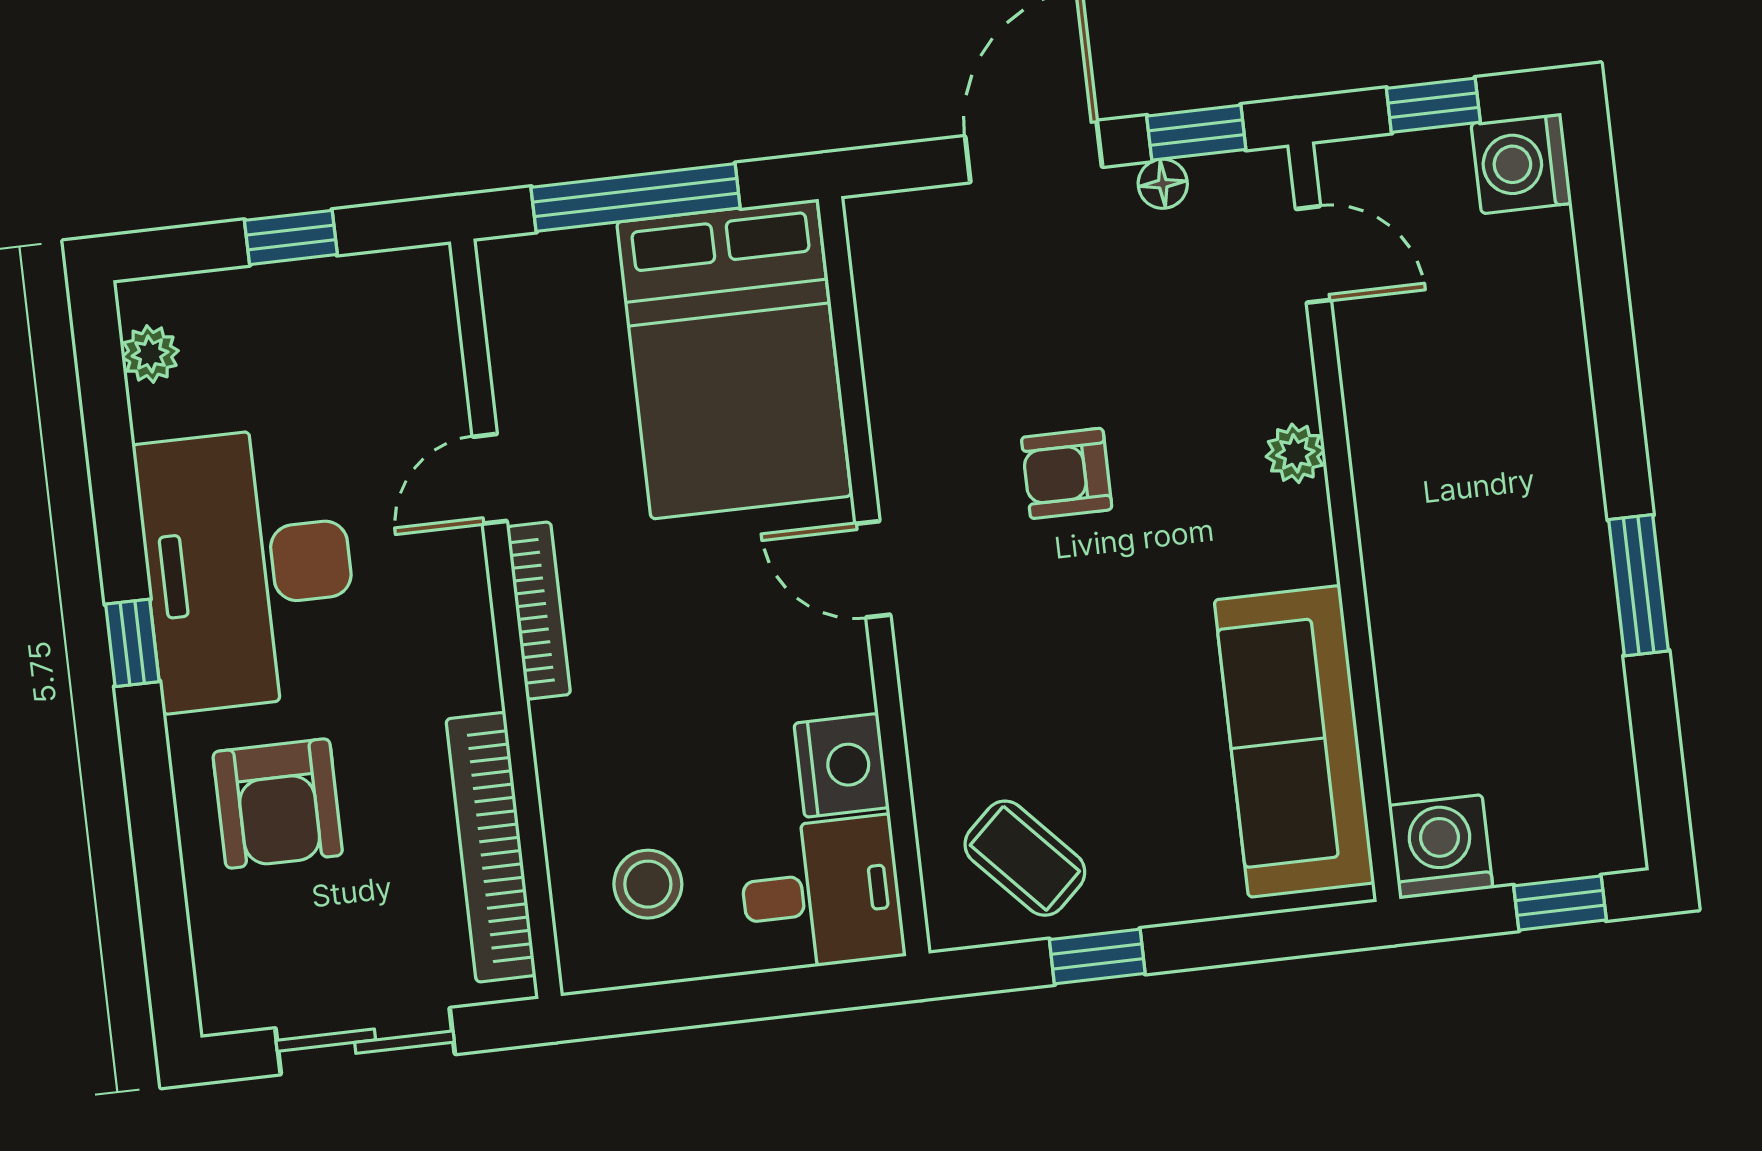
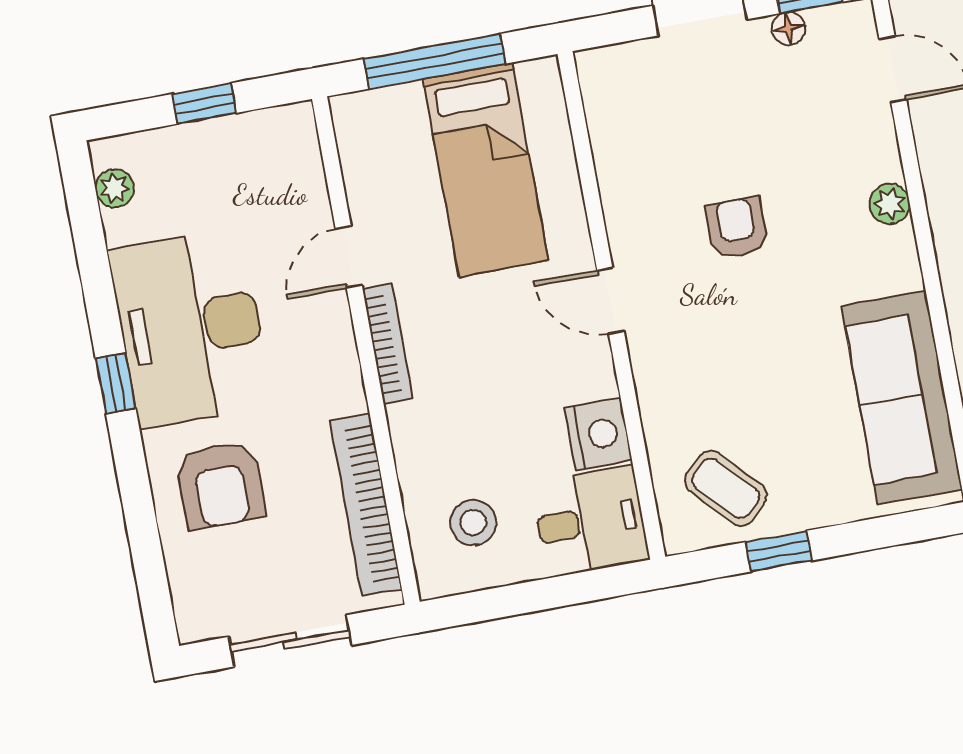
bed: (734, 359) -> (486, 170), width x0.67
armchair: (1067, 473) -> (737, 228), turned 90

